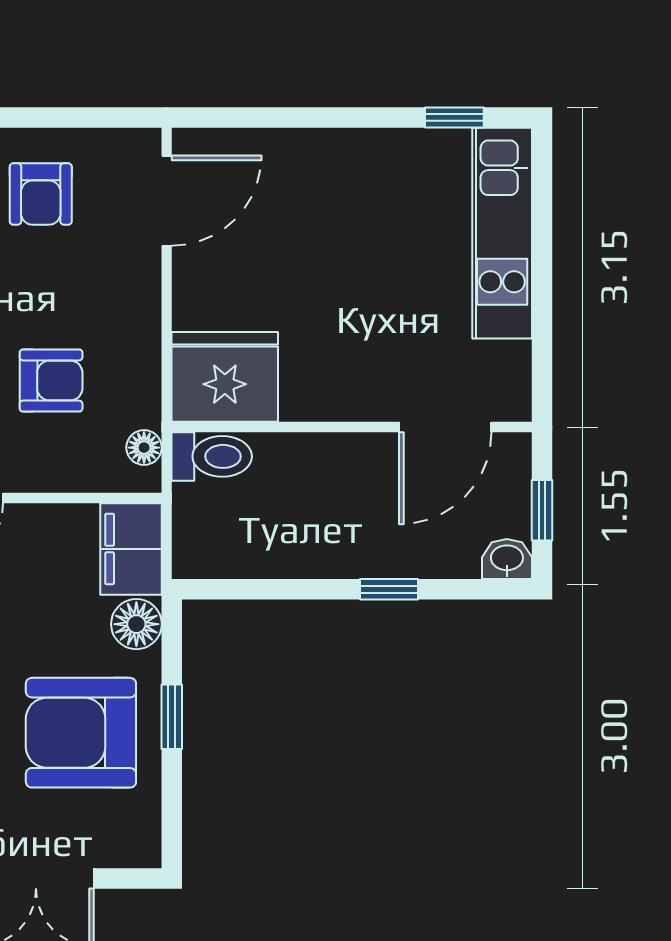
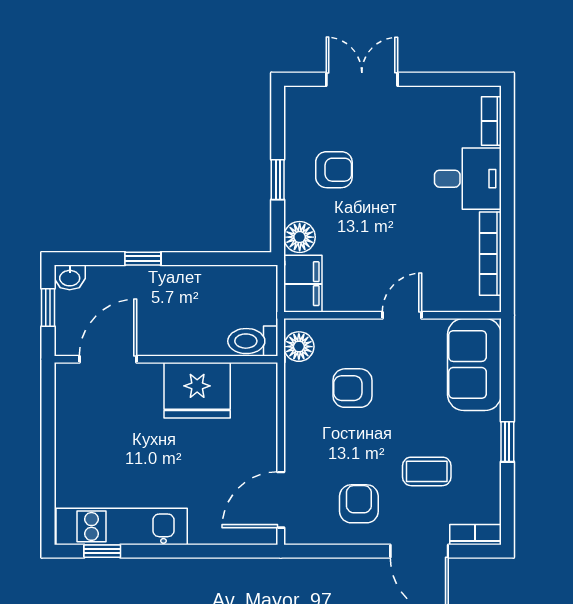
kitchen unit: (502, 233) -> (122, 526), moved, turned -90
fridge: (225, 377) -> (197, 390), moved
floor lamp: (144, 448) -> (299, 347), width x1.37, depth x1.37
armchair: (81, 733) -> (334, 170), width x0.53, depth x0.53

